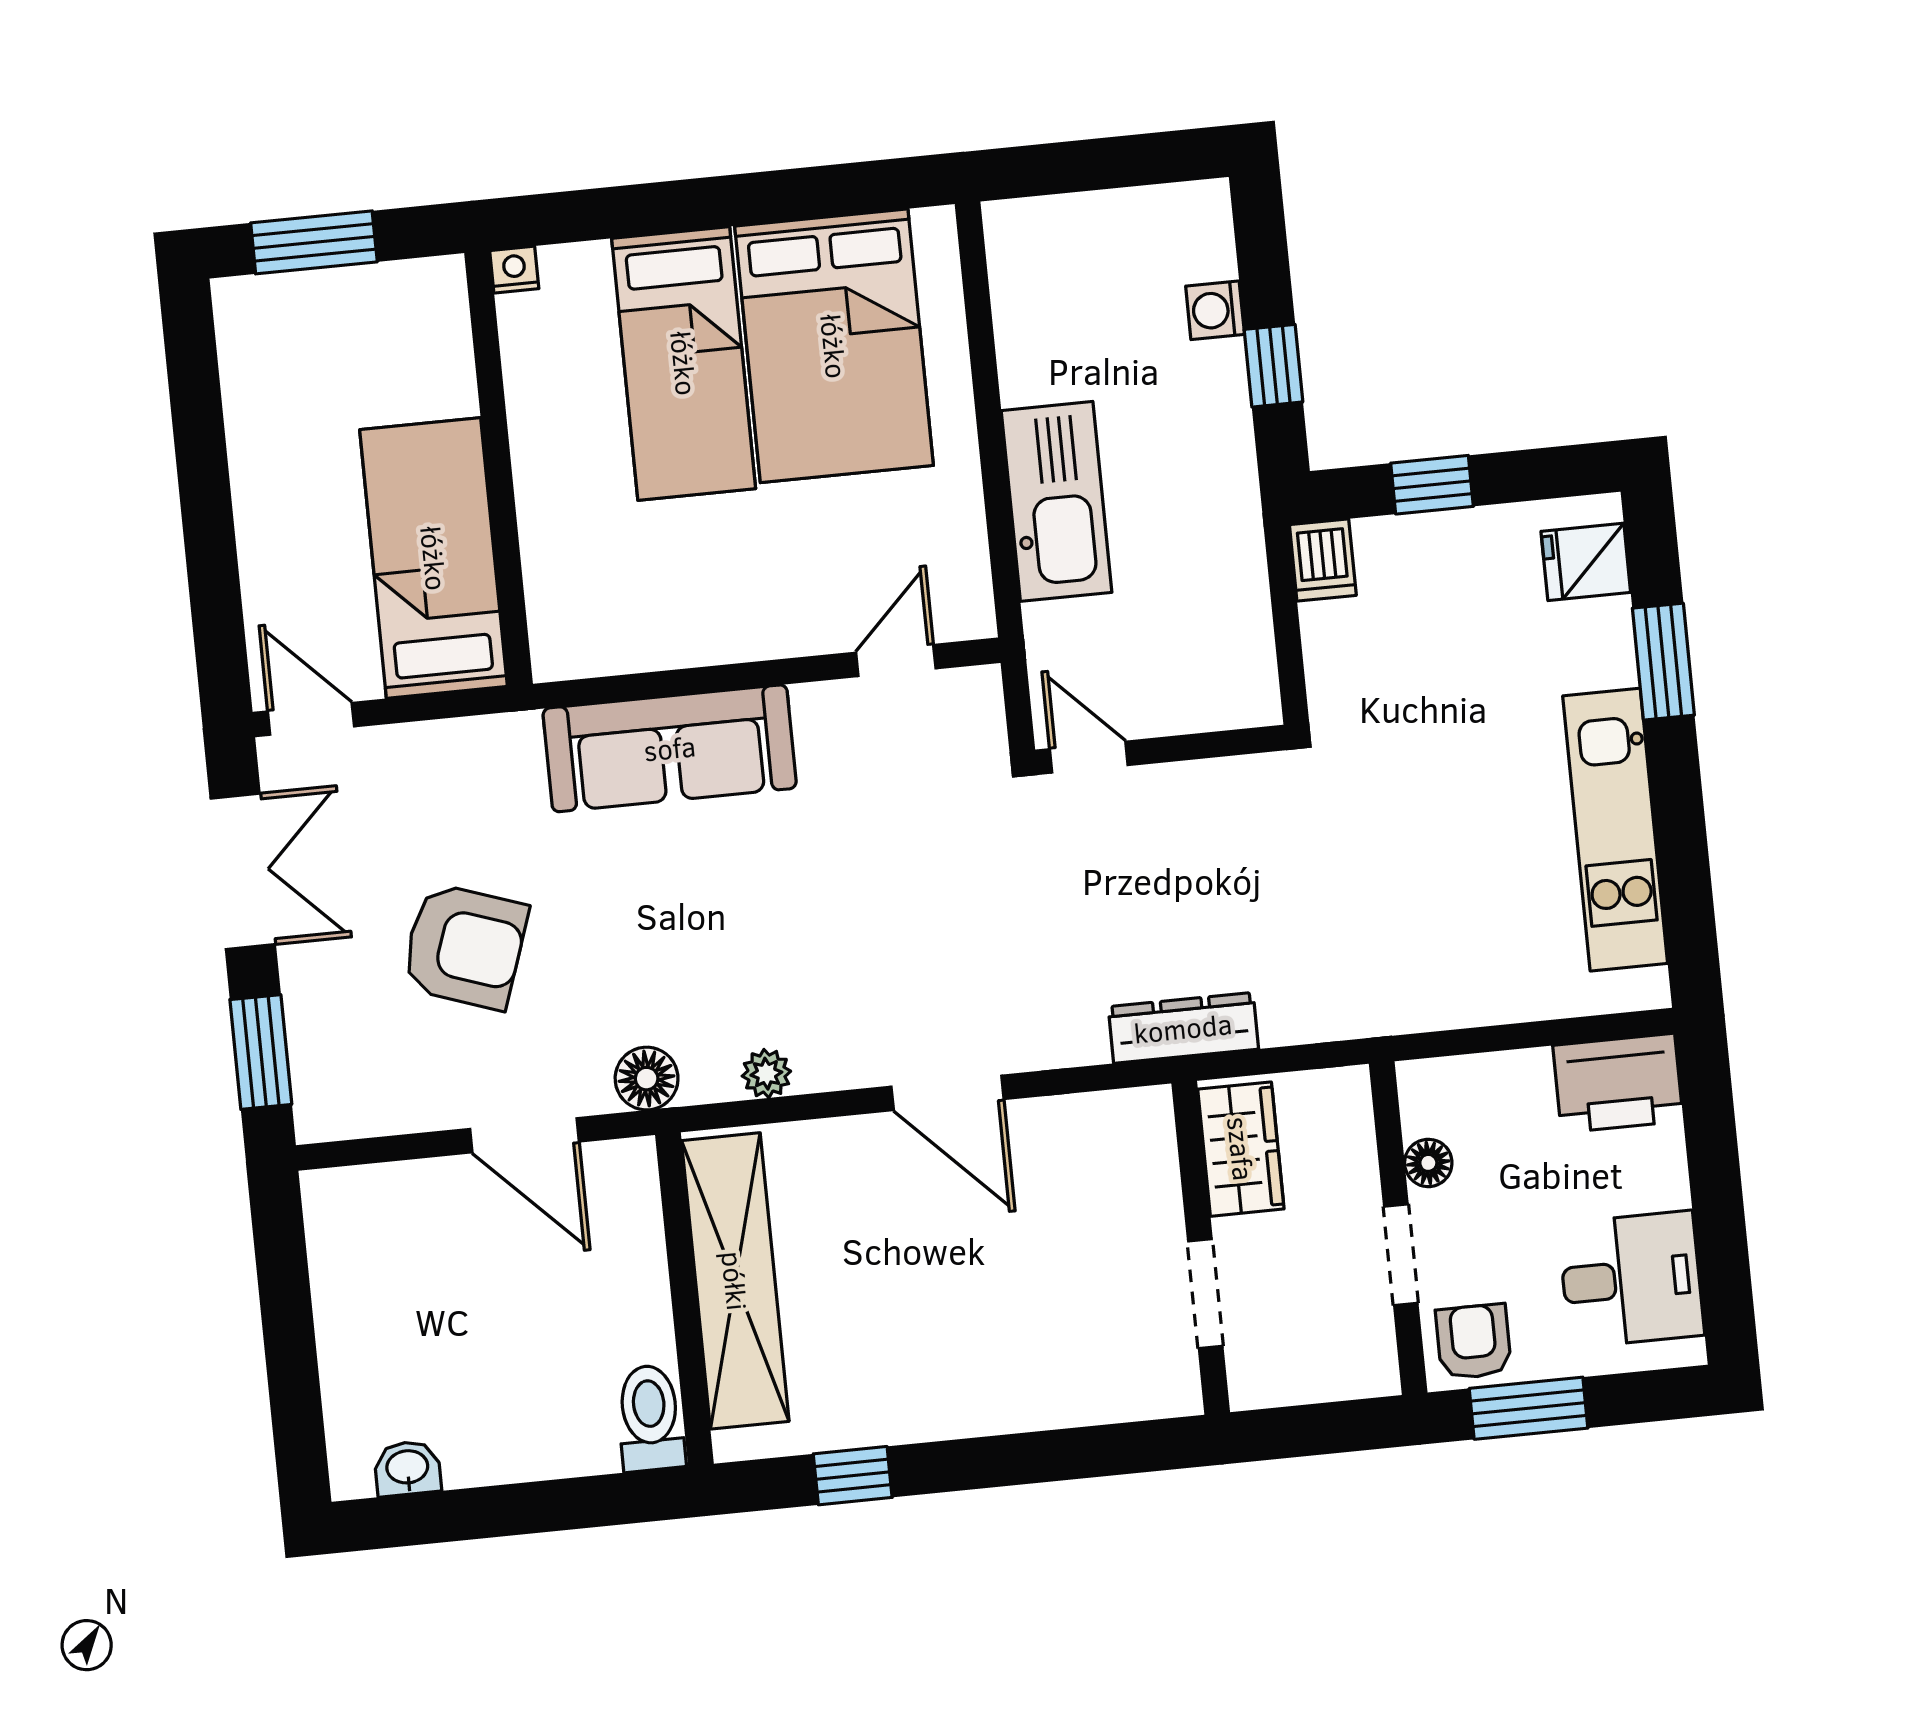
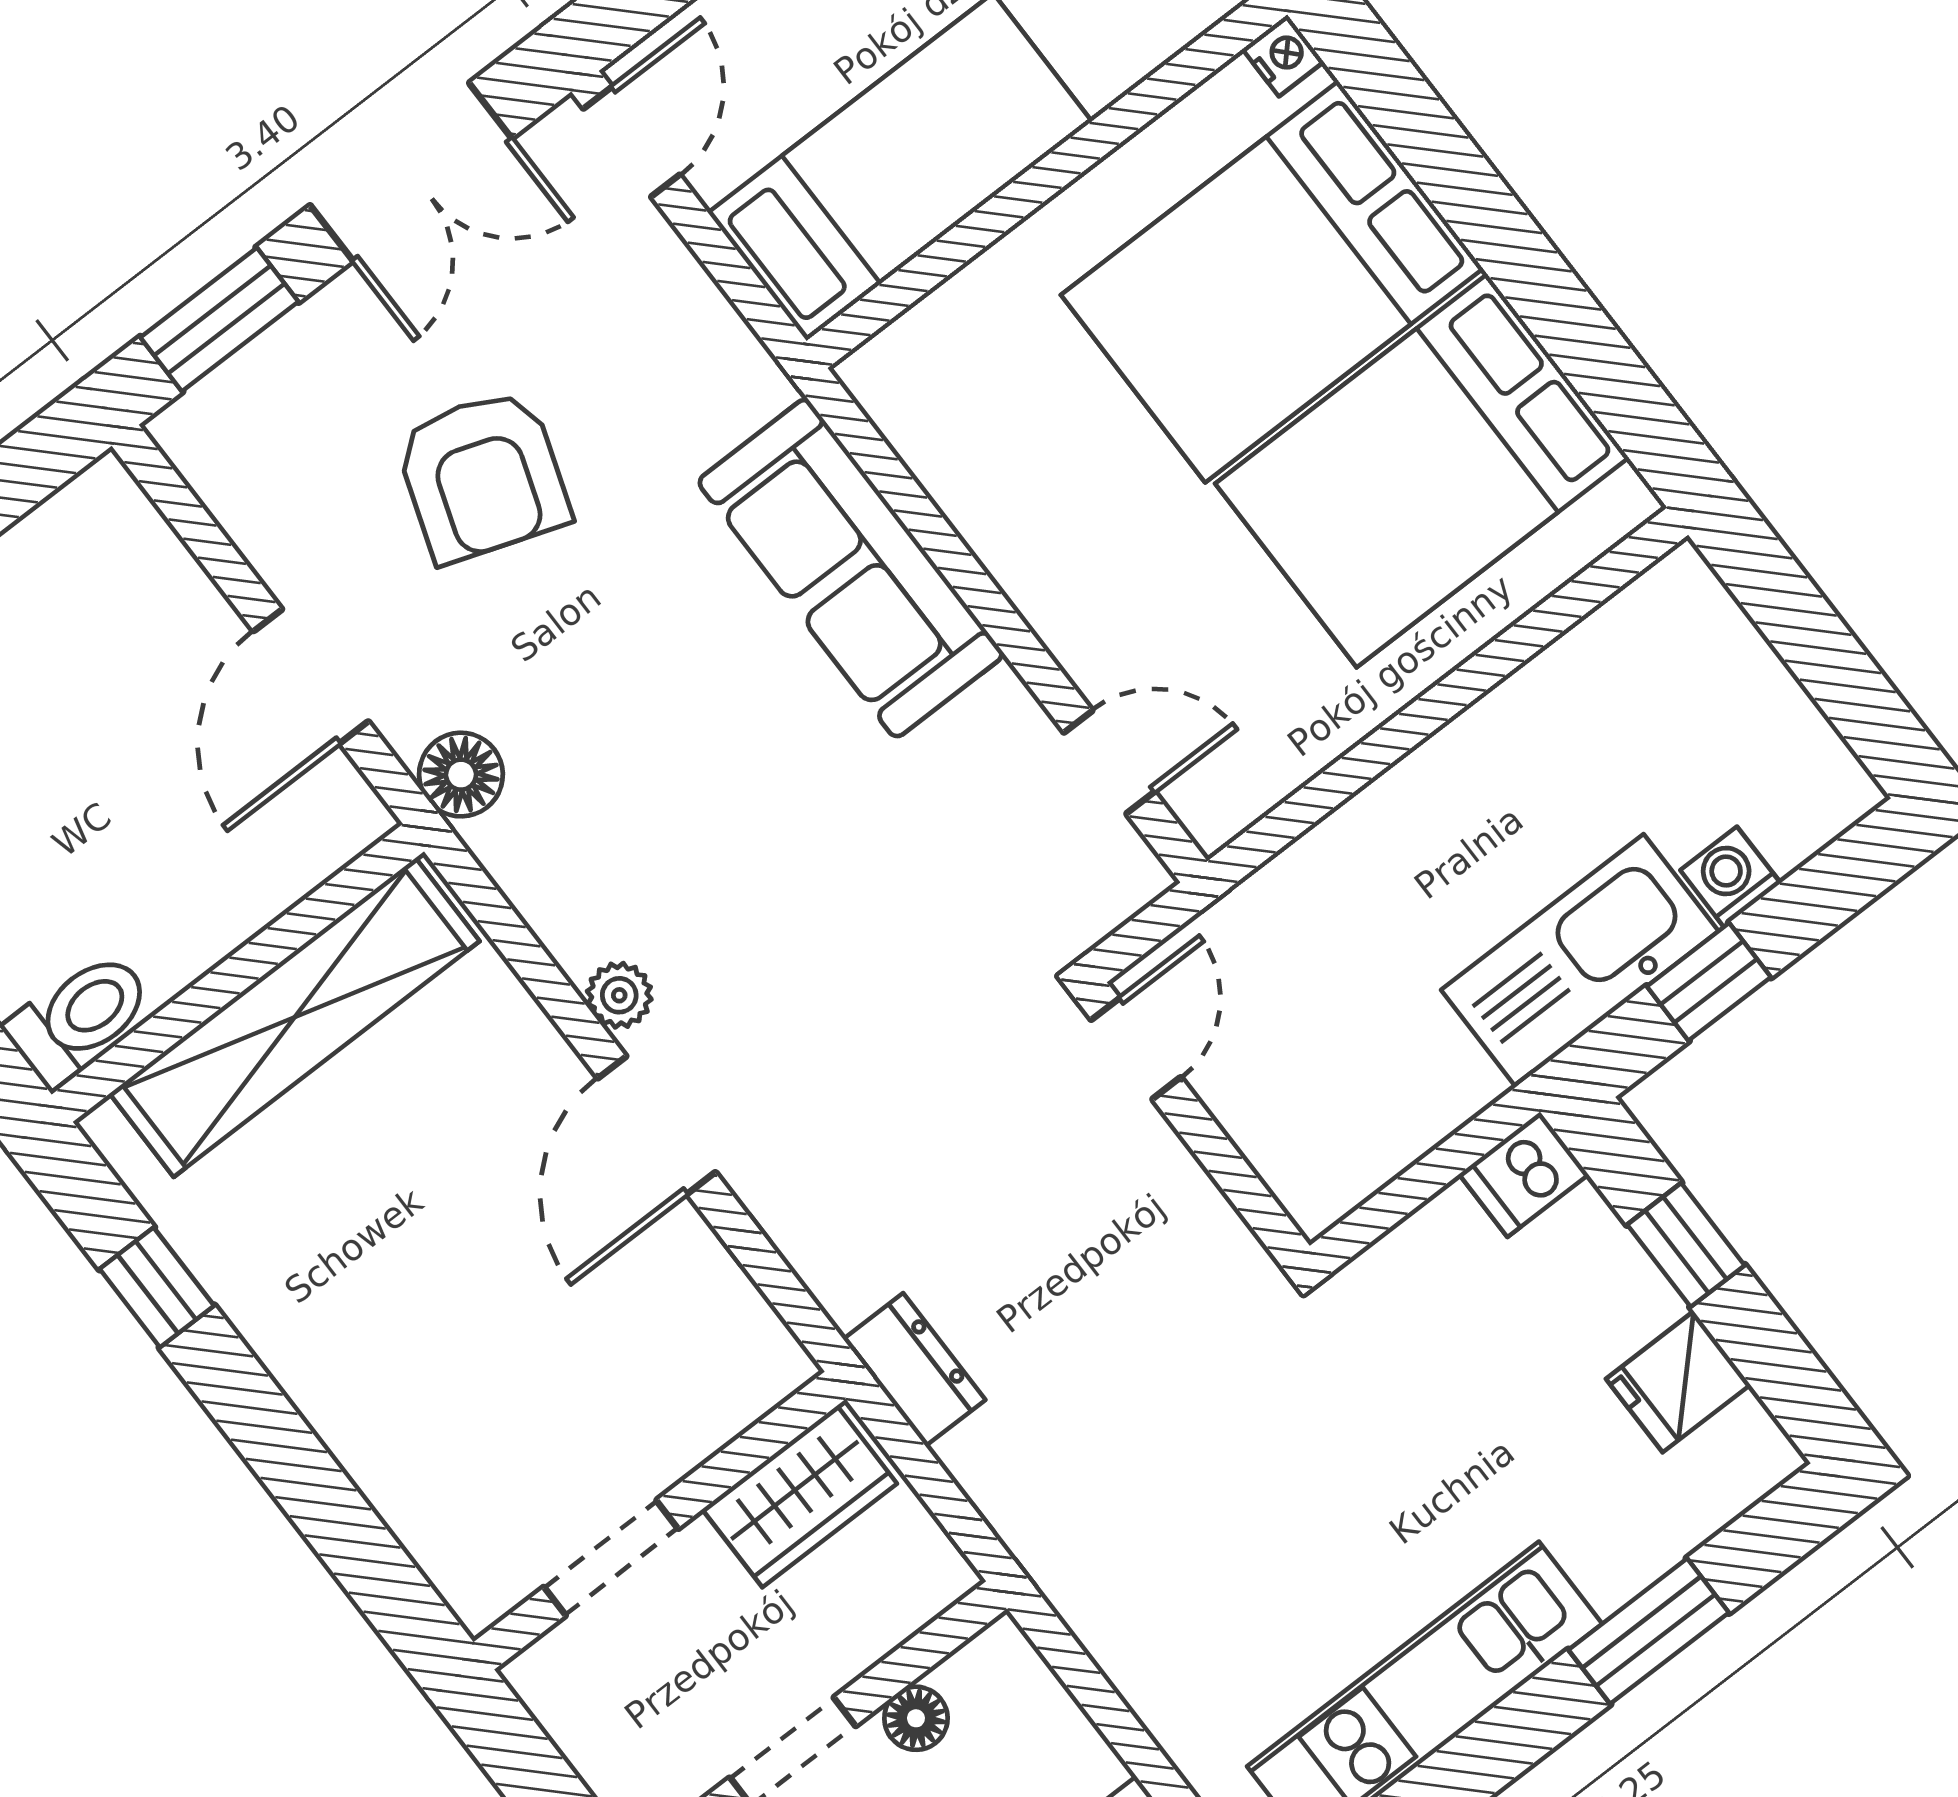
bed: (684, 363) -> (1272, 282), width x1.50
kitchen sink: (1057, 501) -> (1580, 961), moved, turned 180
fridge: (1586, 562) -> (1678, 1382), moved, turned -90
dresser: (1183, 1028) -> (914, 1370), width x0.70
plant: (766, 1074) -> (619, 995), moved

